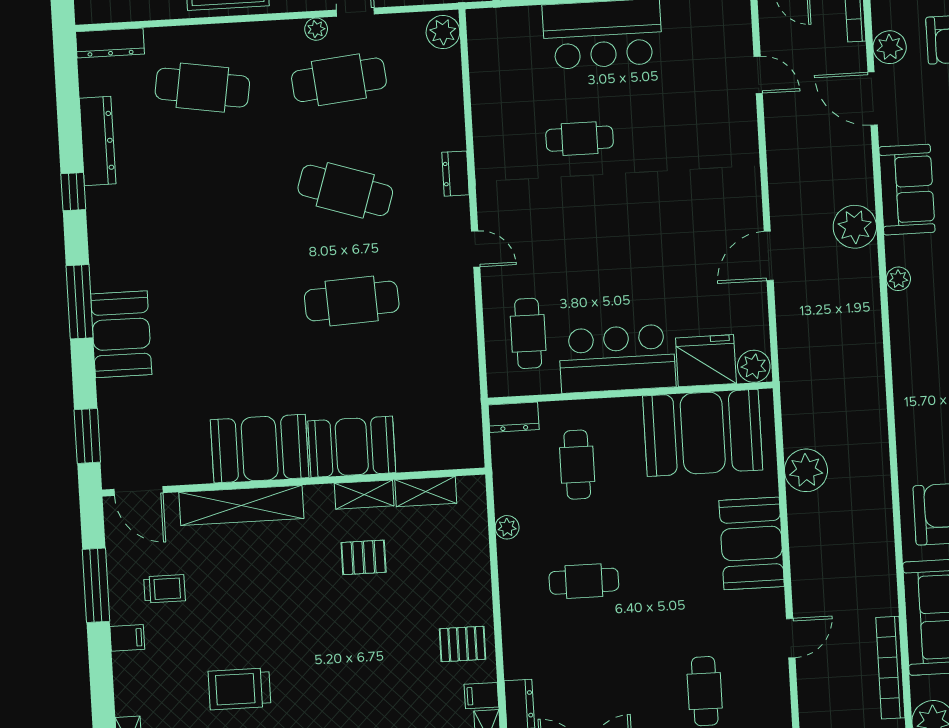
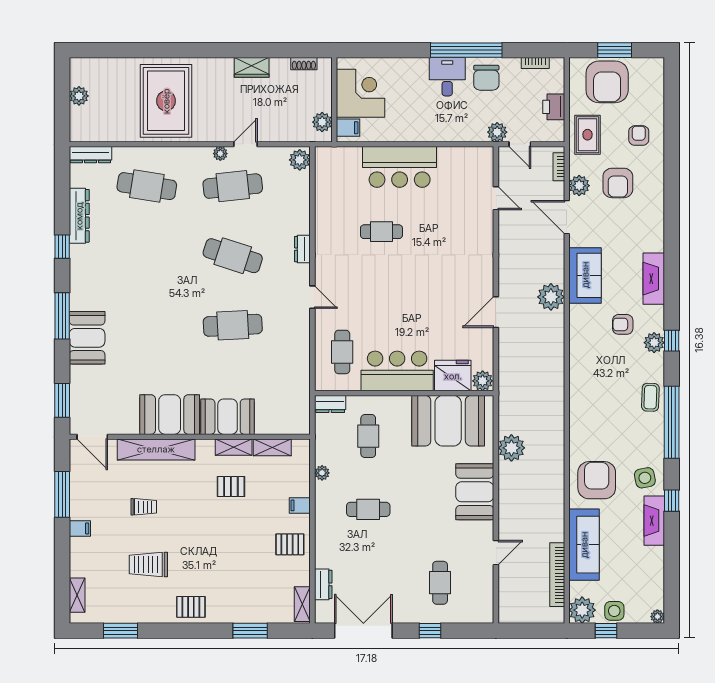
plant: (898, 279) -> (576, 331), removed
trolley: (164, 589) -> (144, 507), moved
filing cabinet: (481, 696) -> (300, 505), moved

